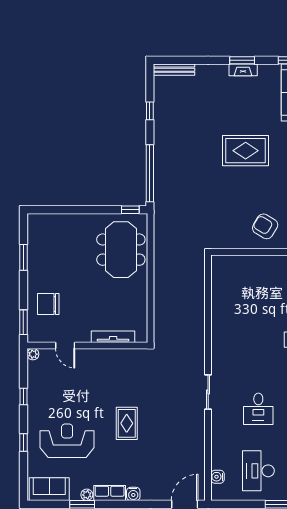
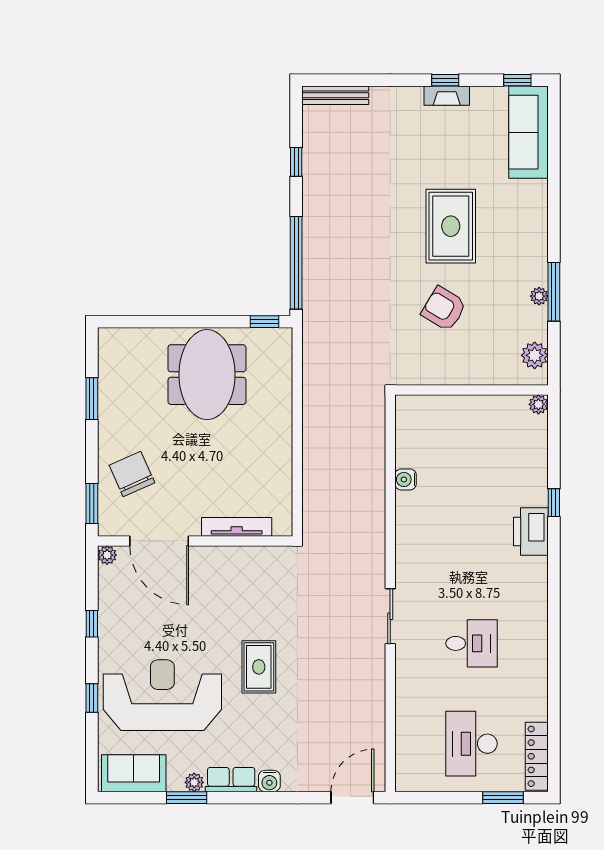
window: (242, 60) -> (445, 80), width x0.67
rug: (246, 151) -> (451, 226), turned 90
armchair: (265, 226) -> (444, 309), moved
meeting table: (121, 250) -> (207, 375), moved
chair: (48, 304) -> (132, 474), turned 66
door: (65, 345) -> (159, 541), width x1.87
desk: (258, 409) -> (471, 643), turned -90
reception desk: (67, 441) -> (162, 695), width x1.36, depth x1.30
water cooler: (218, 477) -> (406, 479), moved

